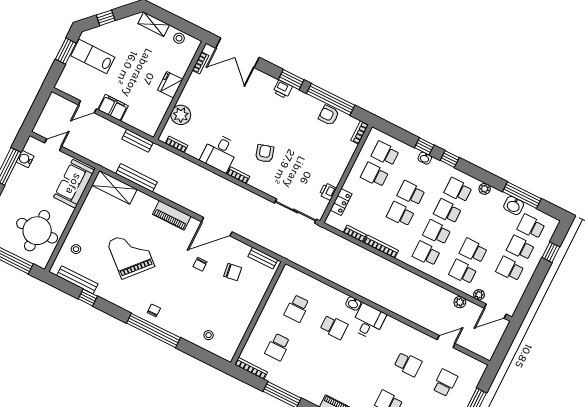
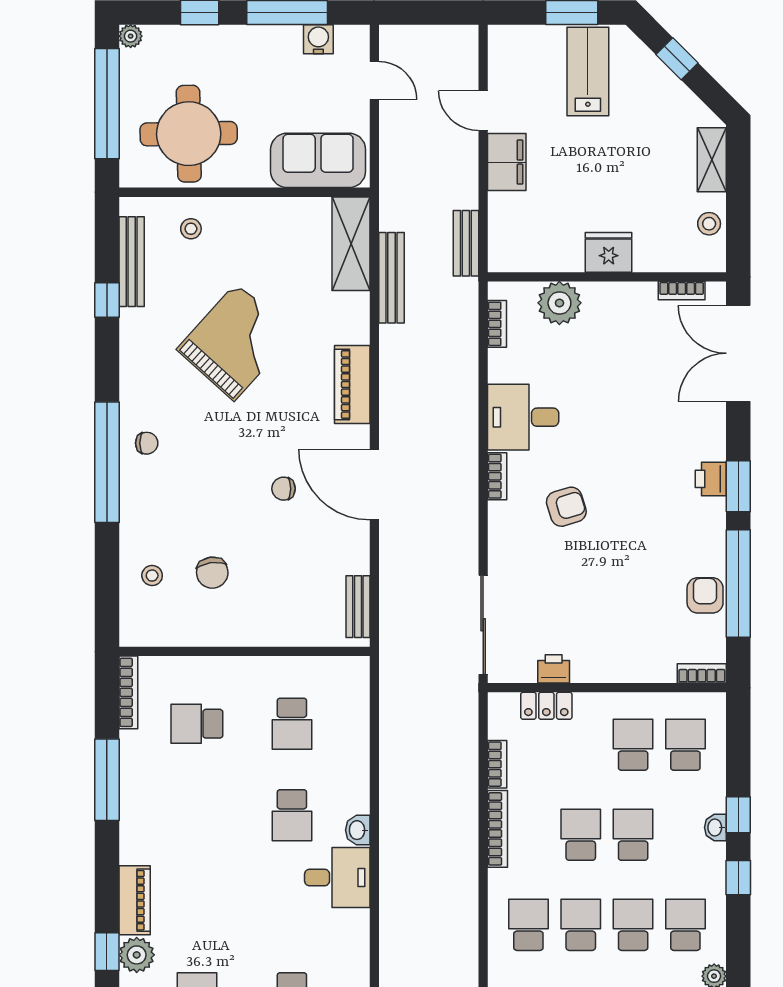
chair: (233, 272) -> (212, 573), moved
school desk: (297, 309) -> (292, 724), turned -90

